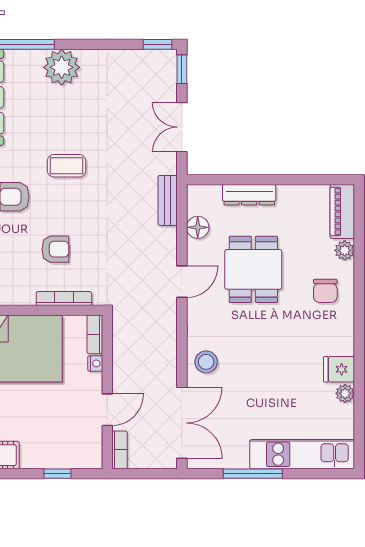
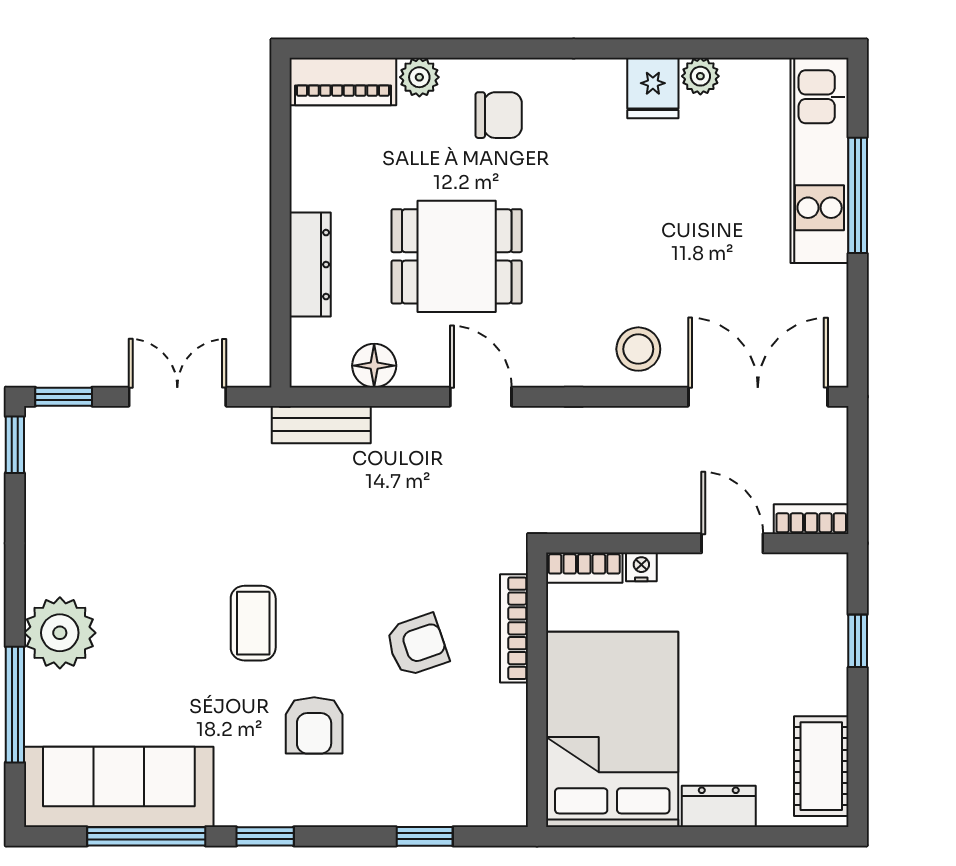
double door: (182, 127) -> (177, 397), swing flipped
armchair: (55, 249) -> (417, 645), turned 71
window: (253, 474) -> (858, 195), moved

